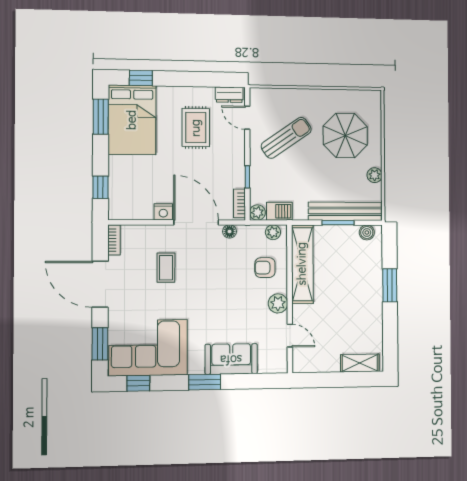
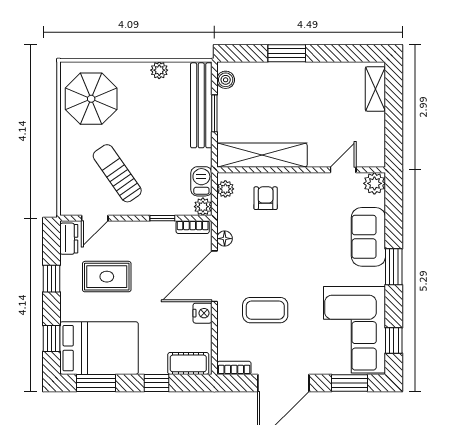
window: (194, 79) -> (52, 279), added
parasol: (345, 136) -> (91, 99), moved
window: (100, 187) -> (156, 383), moved
cot: (118, 199) -> (188, 363), added
coffee table: (166, 268) -> (265, 310), width x1.36, depth x1.30
armchair: (265, 268) -> (266, 198), turned 180
plant: (278, 303) -> (374, 183), moved

